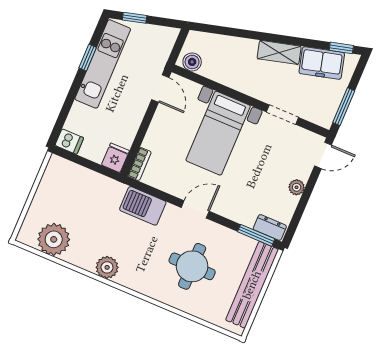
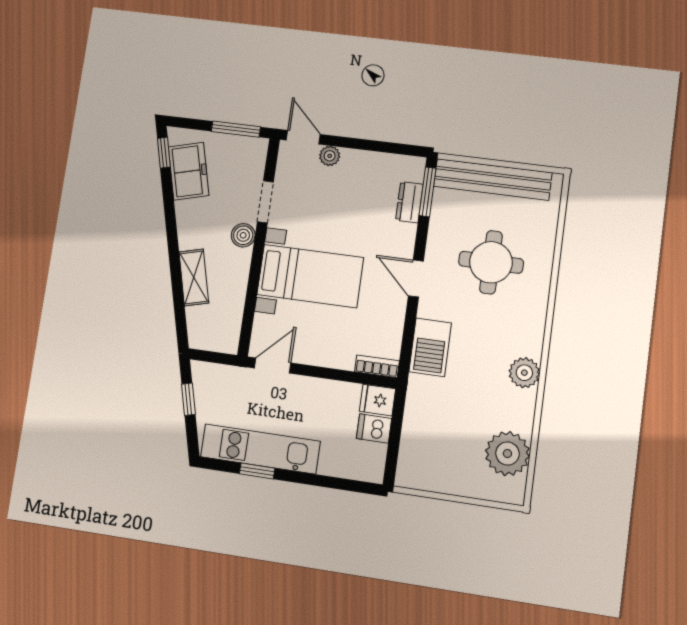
window: (135, 18) -> (188, 399), moved
shelving: (279, 52) -> (194, 277), moved
boiler: (192, 62) -> (243, 235), moved
dishwasher: (69, 142) -> (374, 428), moved, turned -90
plant: (297, 187) -> (330, 156), moved
dresser: (270, 227) -> (409, 202), moved

